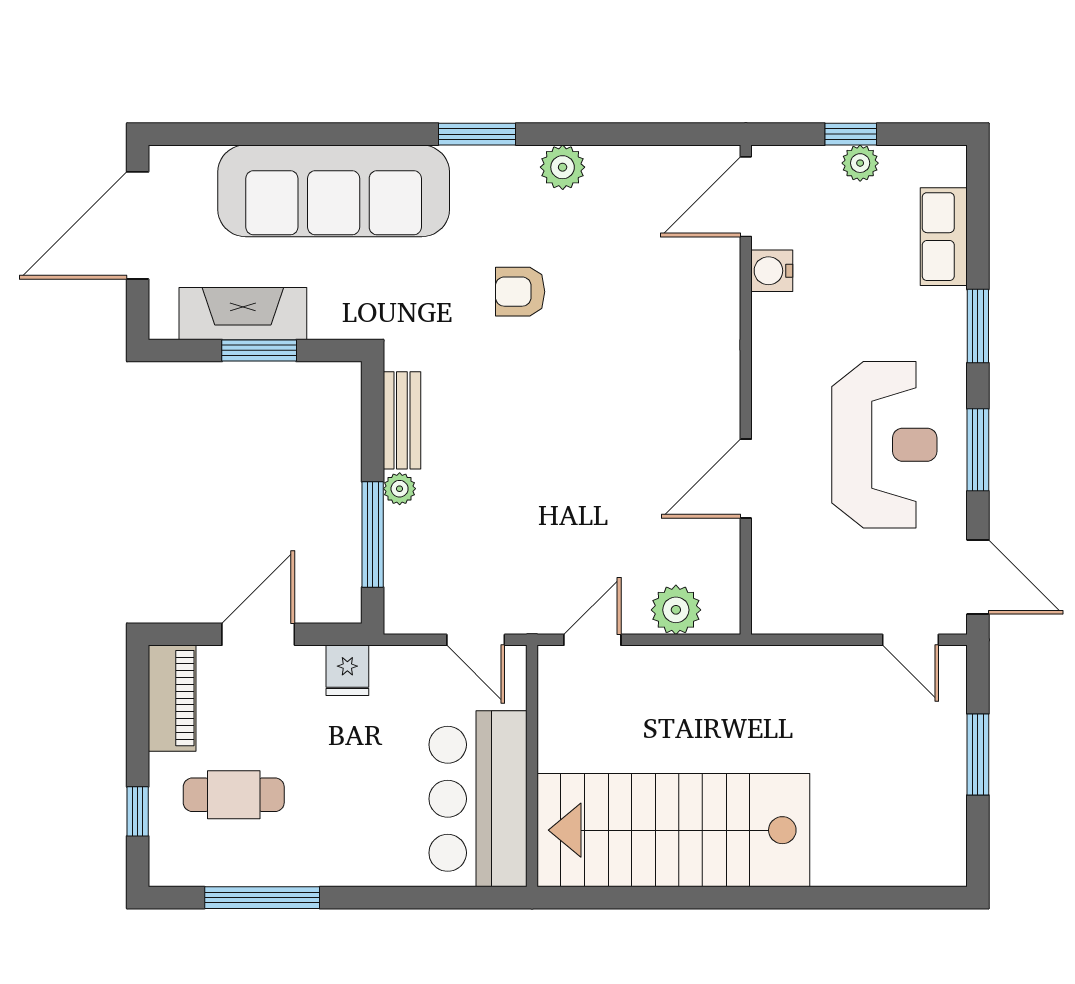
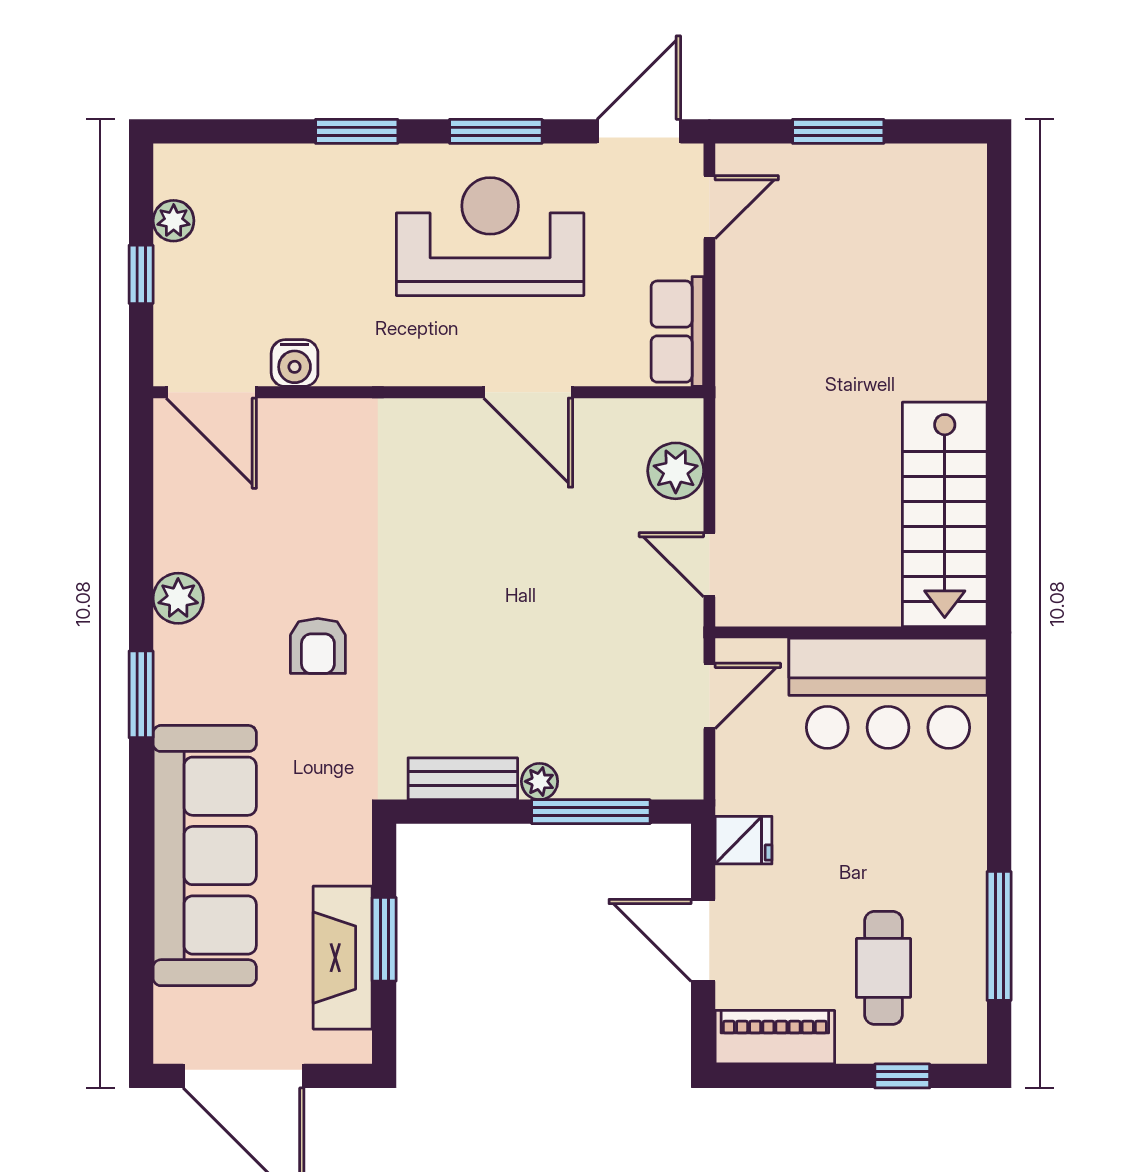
plant: (860, 163) -> (174, 221), moved
row of seats: (944, 237) -> (677, 332), moved, turned 90
stairs: (673, 830) -> (945, 514), width x0.73, depth x0.66

